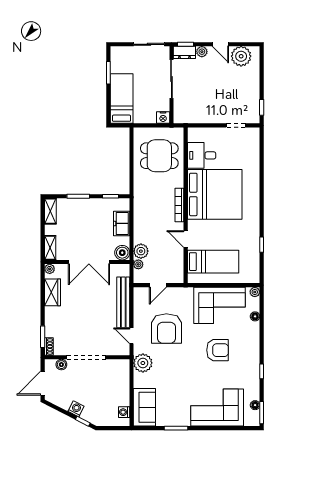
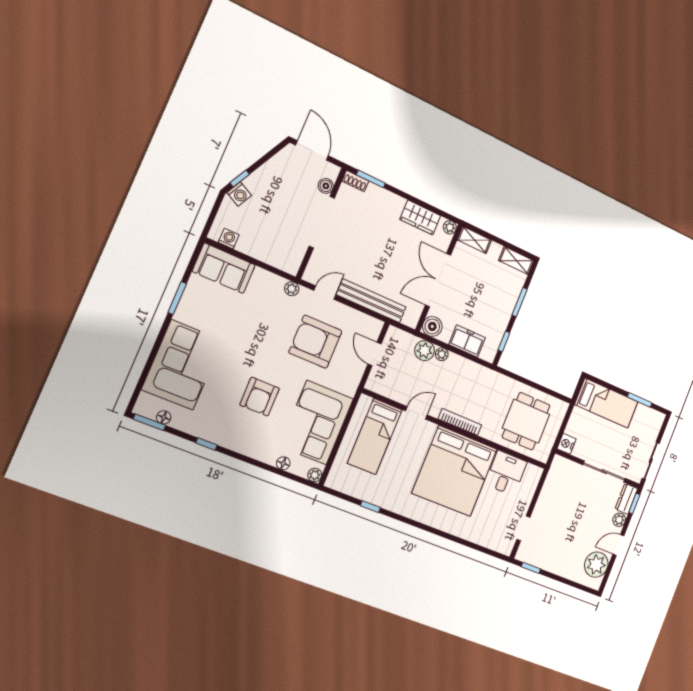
plant: (138, 264) -> (442, 354), moved
plant: (143, 363) -> (292, 289), width x0.53, depth x0.53
washing machine: (76, 409) -> (239, 194), moved

